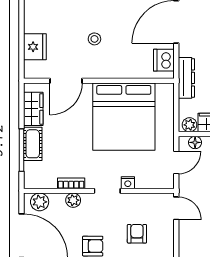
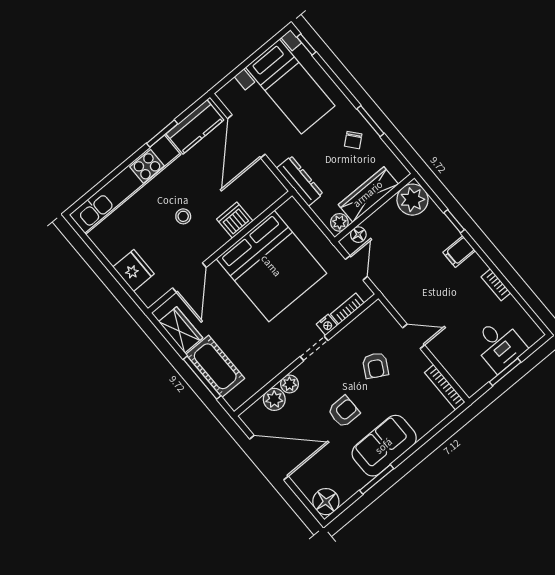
dishwasher: (164, 60) -> (235, 220), moved, turned 90
cot: (33, 144) -> (215, 366), width x1.37, depth x1.34
bookcase: (71, 183) -> (347, 309), moved
plant: (40, 202) -> (274, 399), moved
door: (176, 208) -> (414, 336), moved
armchair: (137, 234) -> (375, 365), turned -151

